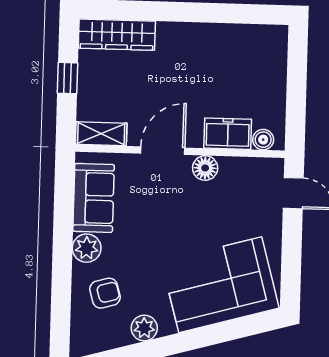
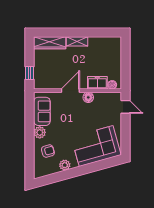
window: (68, 78) -> (30, 73), moved
shelving: (101, 134) -> (77, 41), moved

